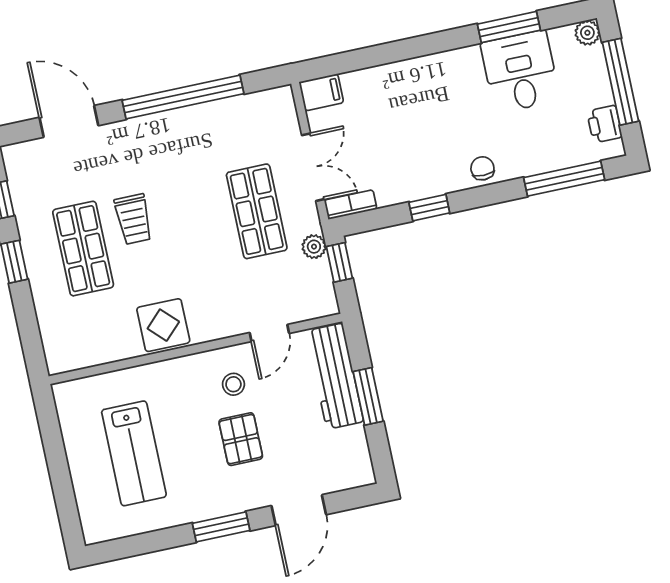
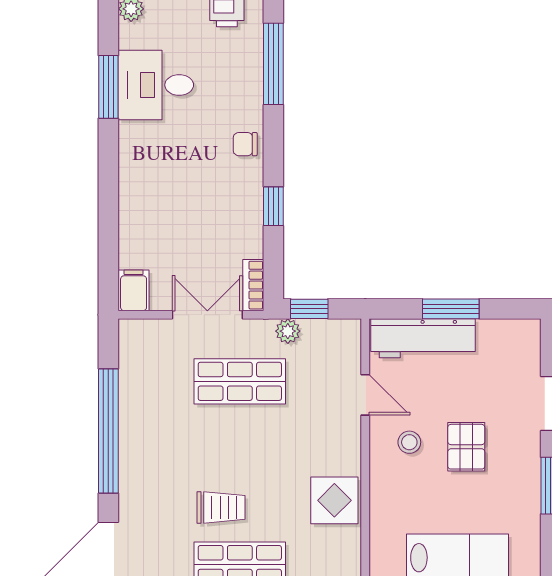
pallet: (241, 439) -> (466, 447), turned 90

